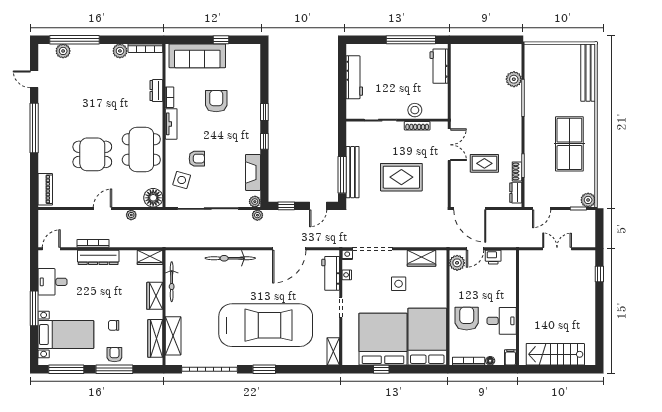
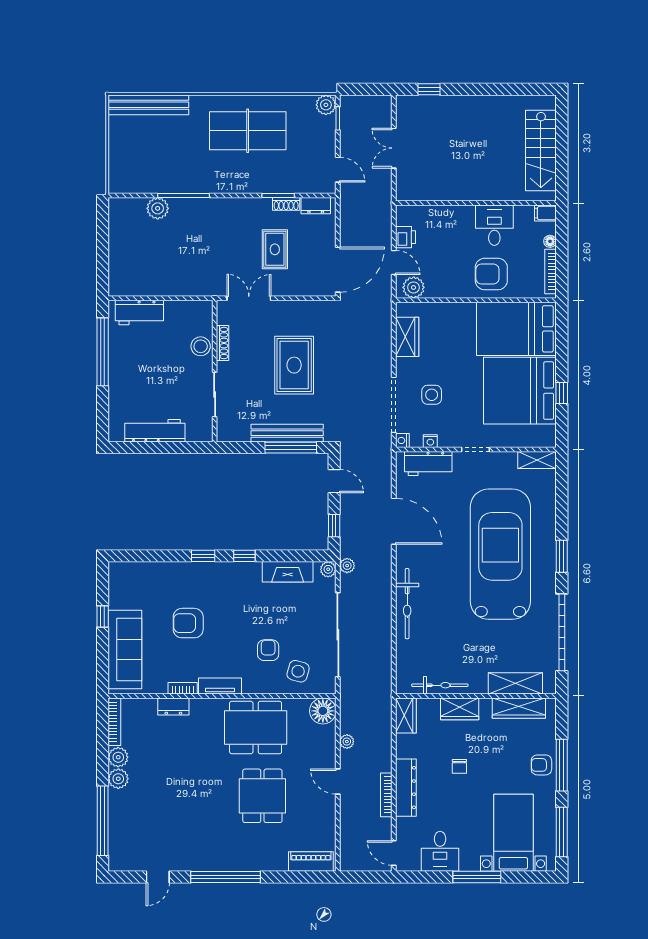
plant: (63, 51) -> (118, 779), moved
side table: (399, 284) -> (432, 395), moved
chair: (114, 325) -> (459, 766), moved

